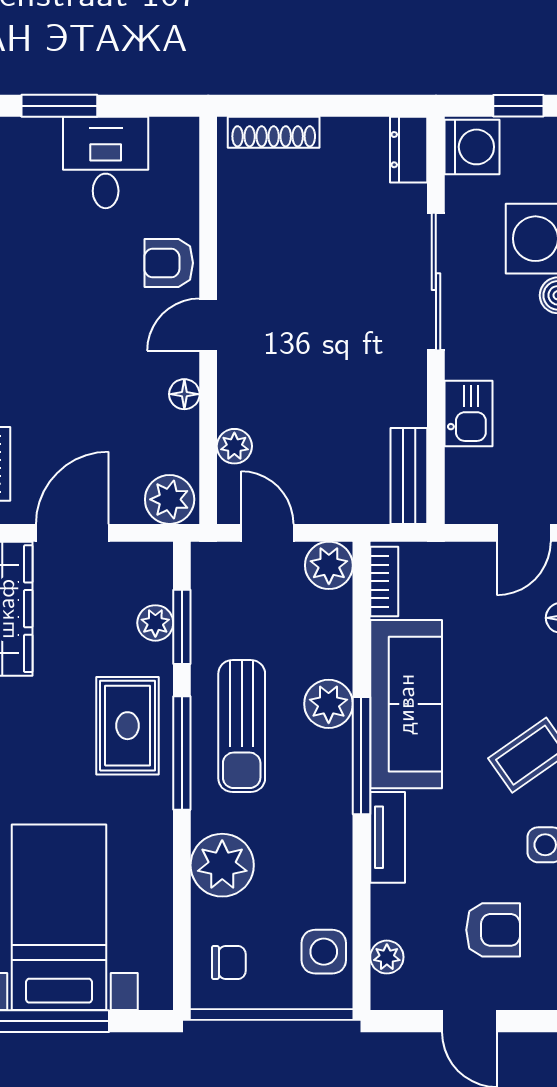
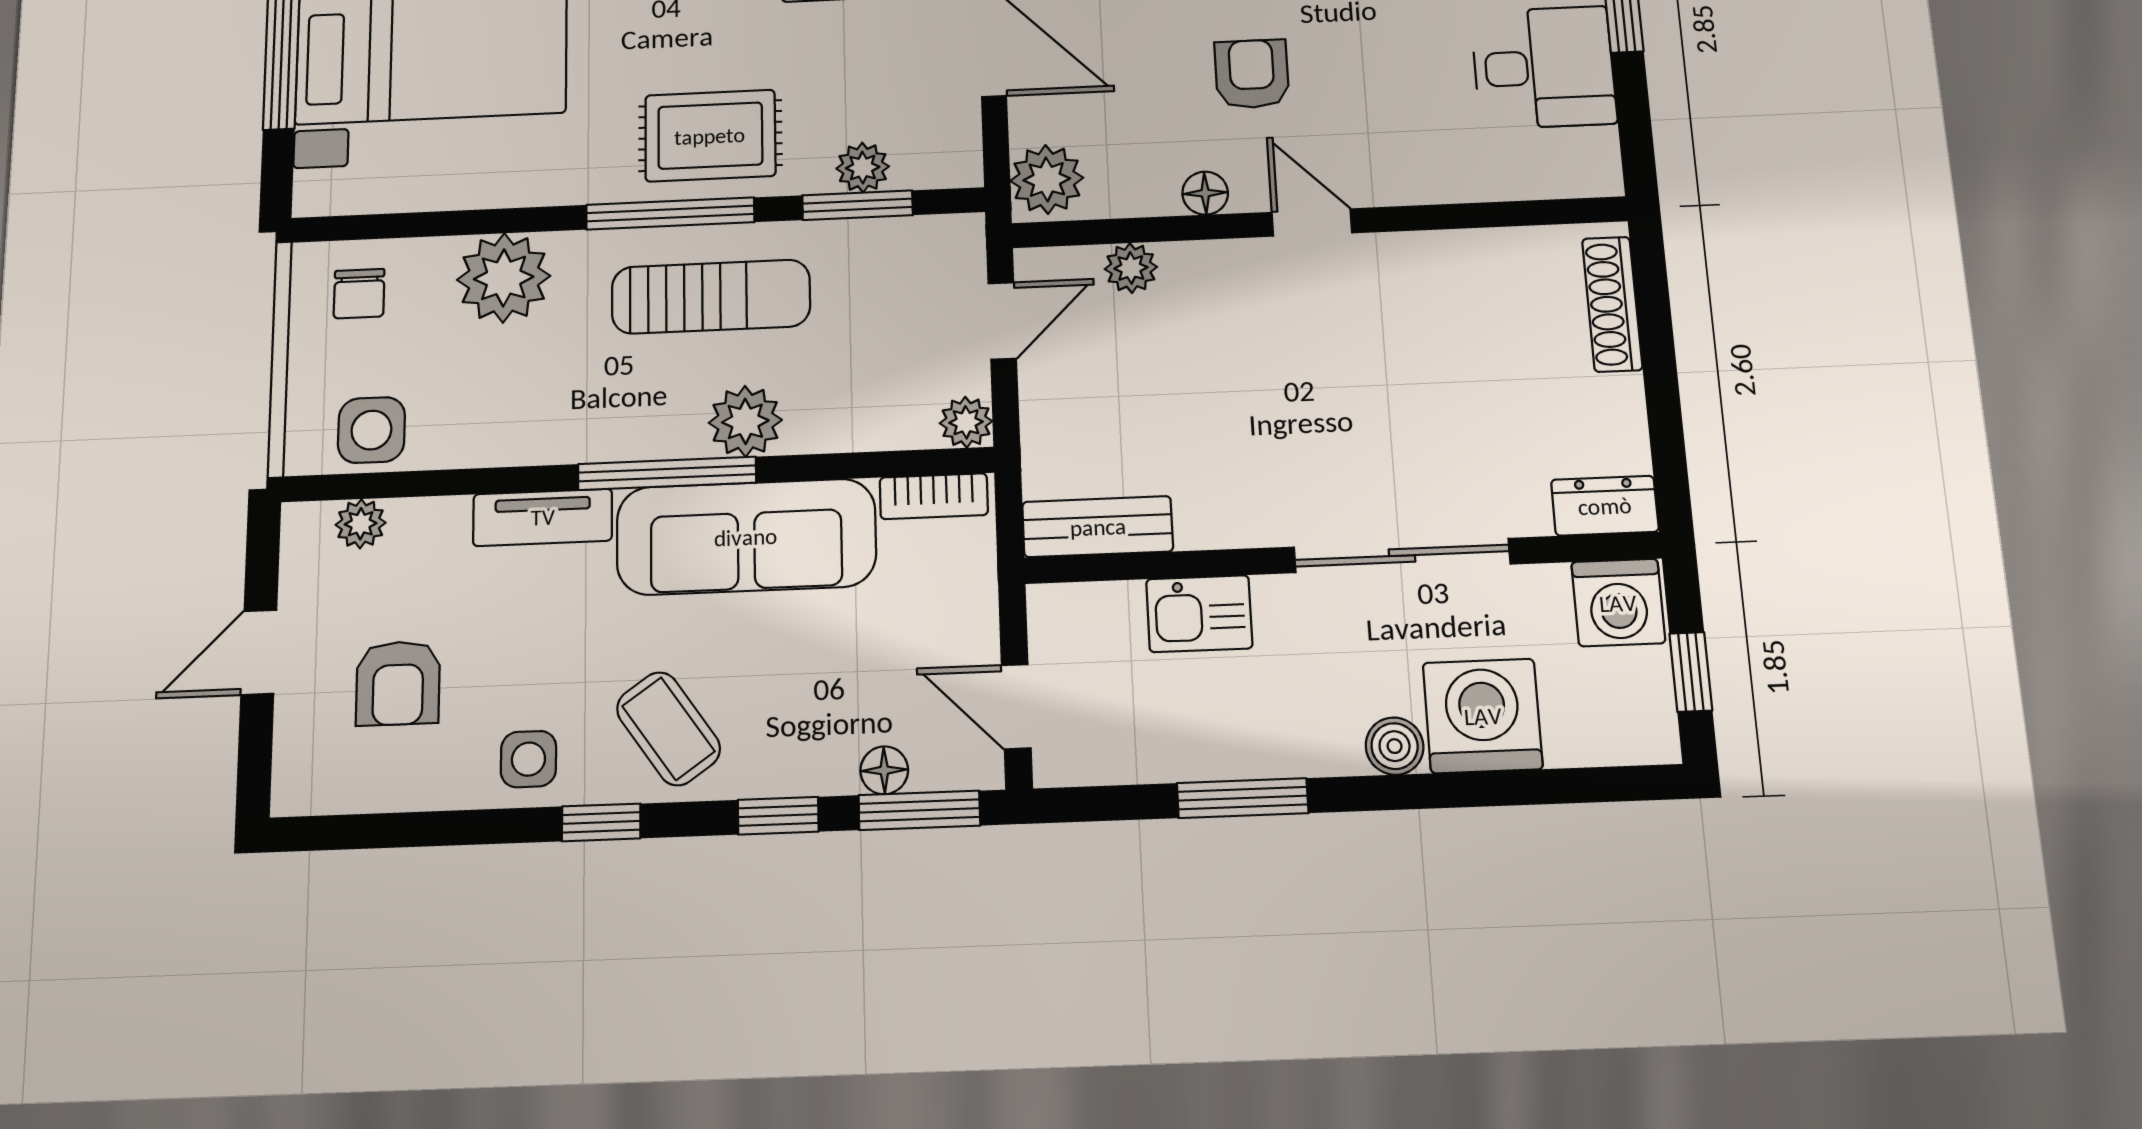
armchair: (169, 263) -> (1252, 74), moved
plant: (329, 565) -> (966, 422), width x0.73, depth x0.73
sun lounger: (242, 726) -> (711, 297), turned 180

